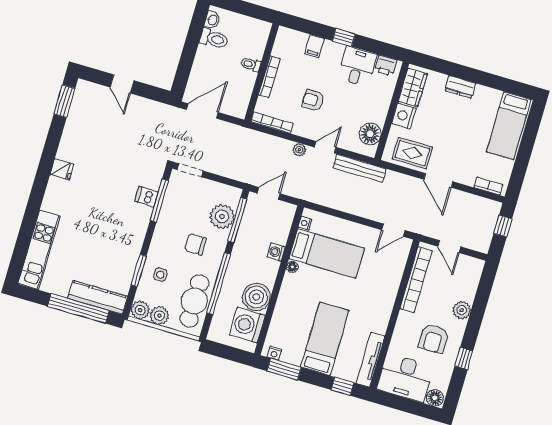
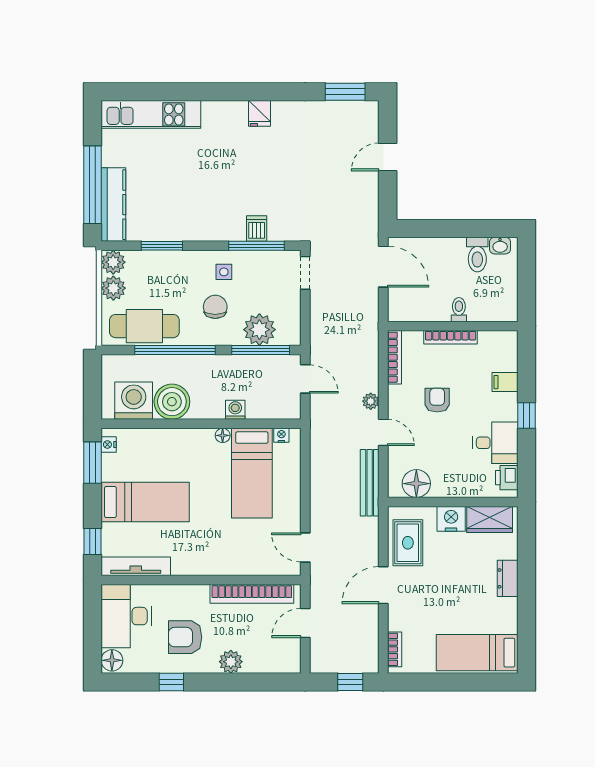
side table: (160, 275) -> (224, 272), moved

